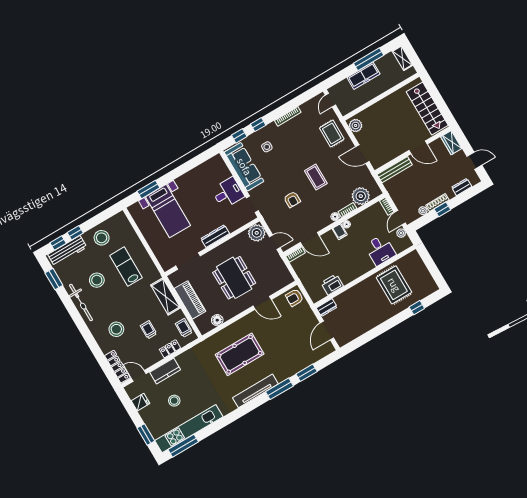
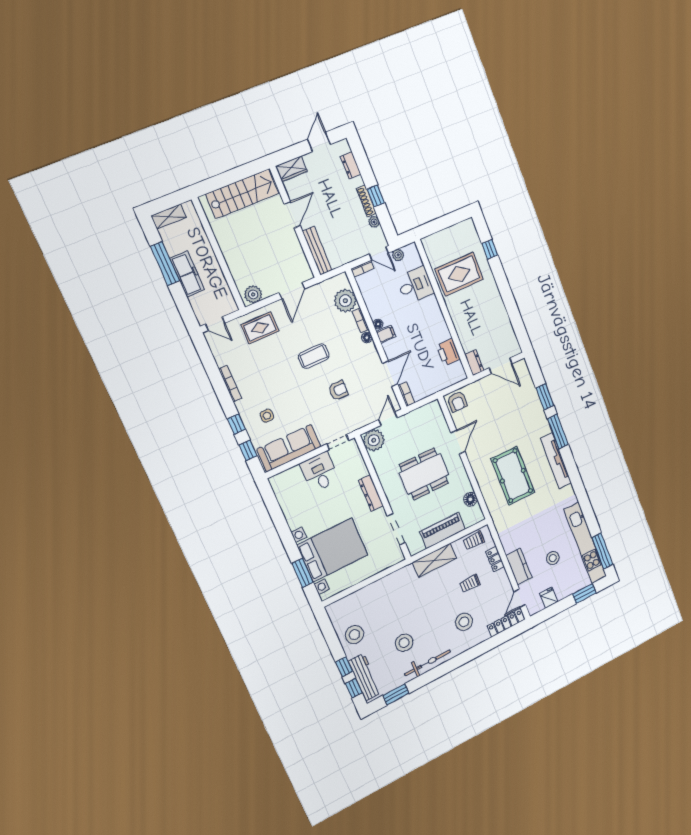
bed with nightstands: (168, 211) -> (332, 550), width x1.36
lab bench: (126, 267) -> (393, 606), removed

